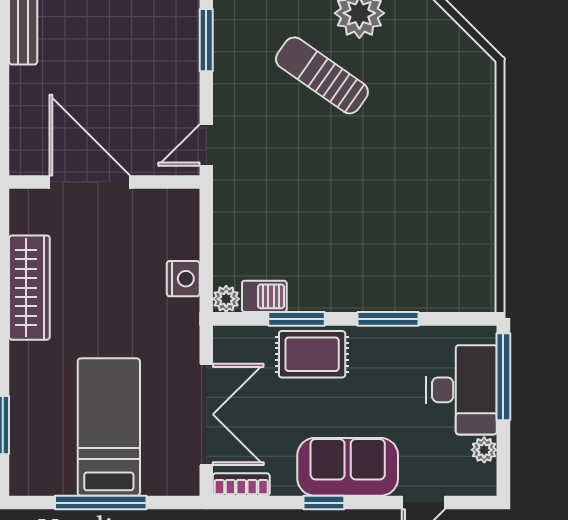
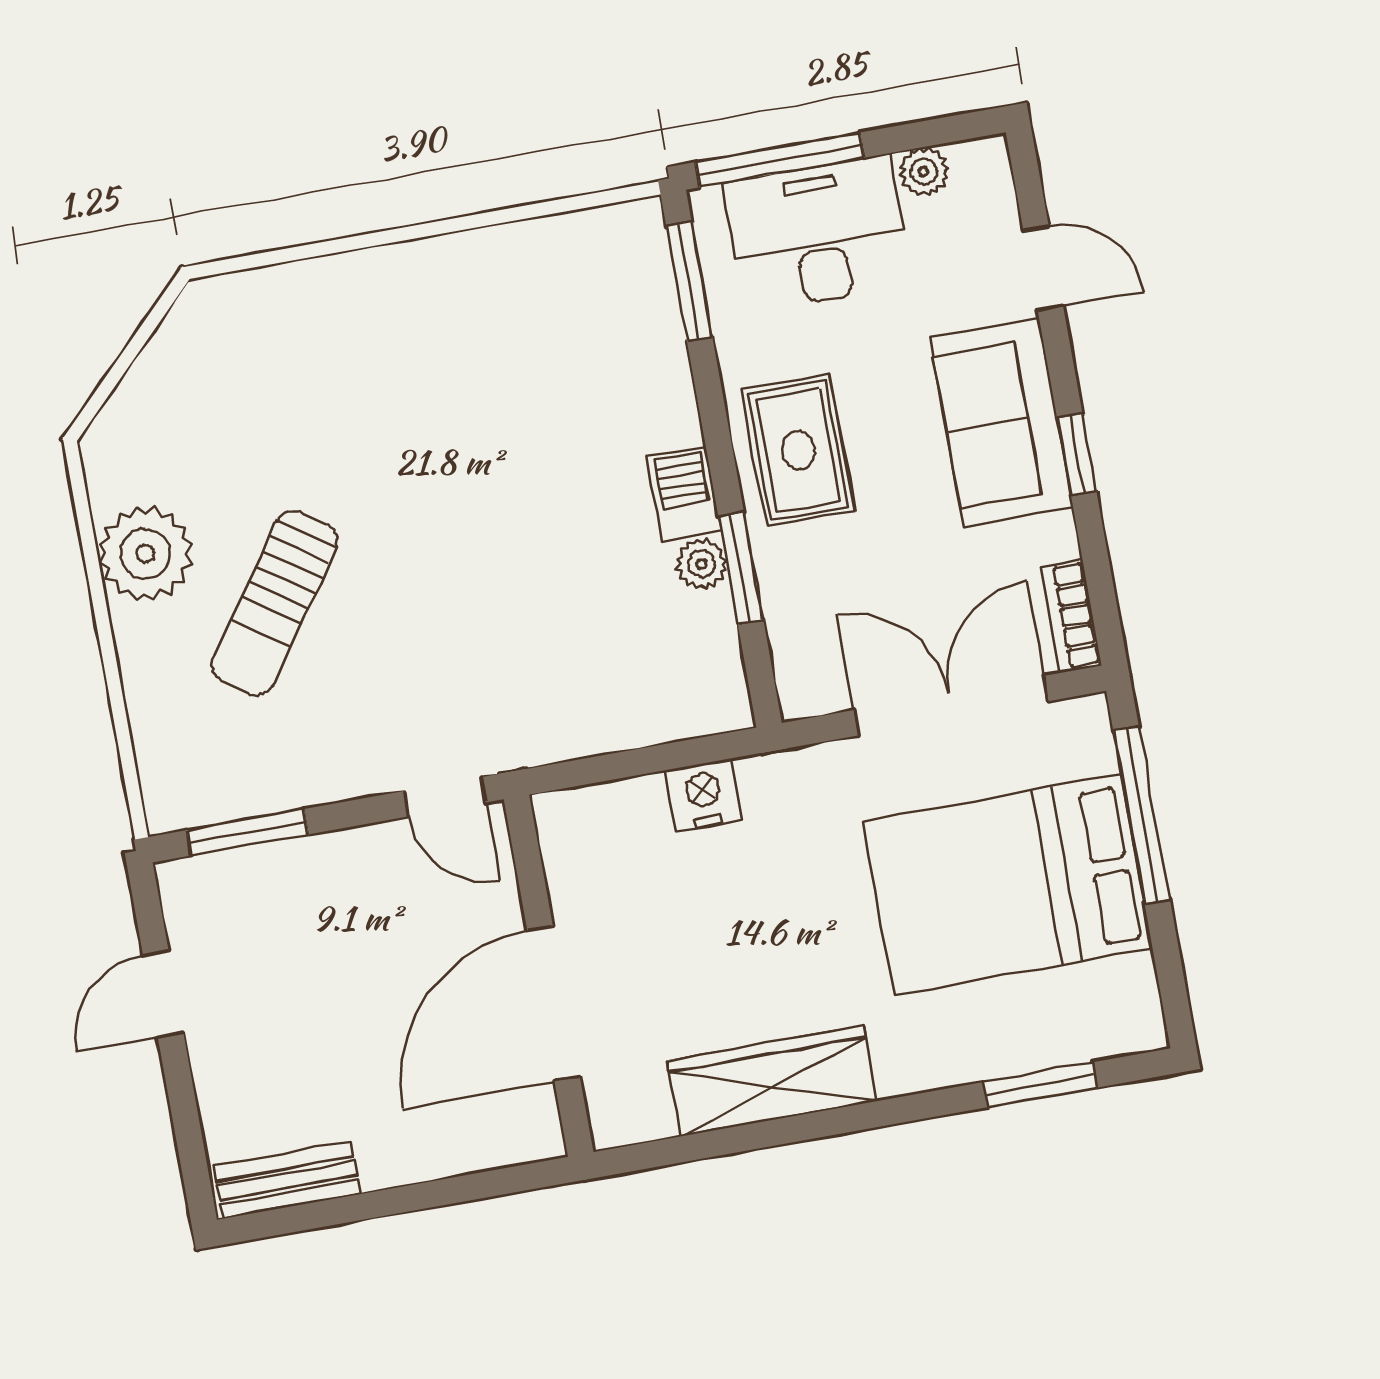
barbecue: (264, 296) -> (684, 493), moved
plant: (226, 299) -> (701, 564), moved
window: (388, 319) -> (689, 281), moved
rug: (312, 354) -> (798, 450), moved
bed: (109, 427) -> (1008, 884), width x1.50
window: (101, 503) -> (1142, 815), moved

